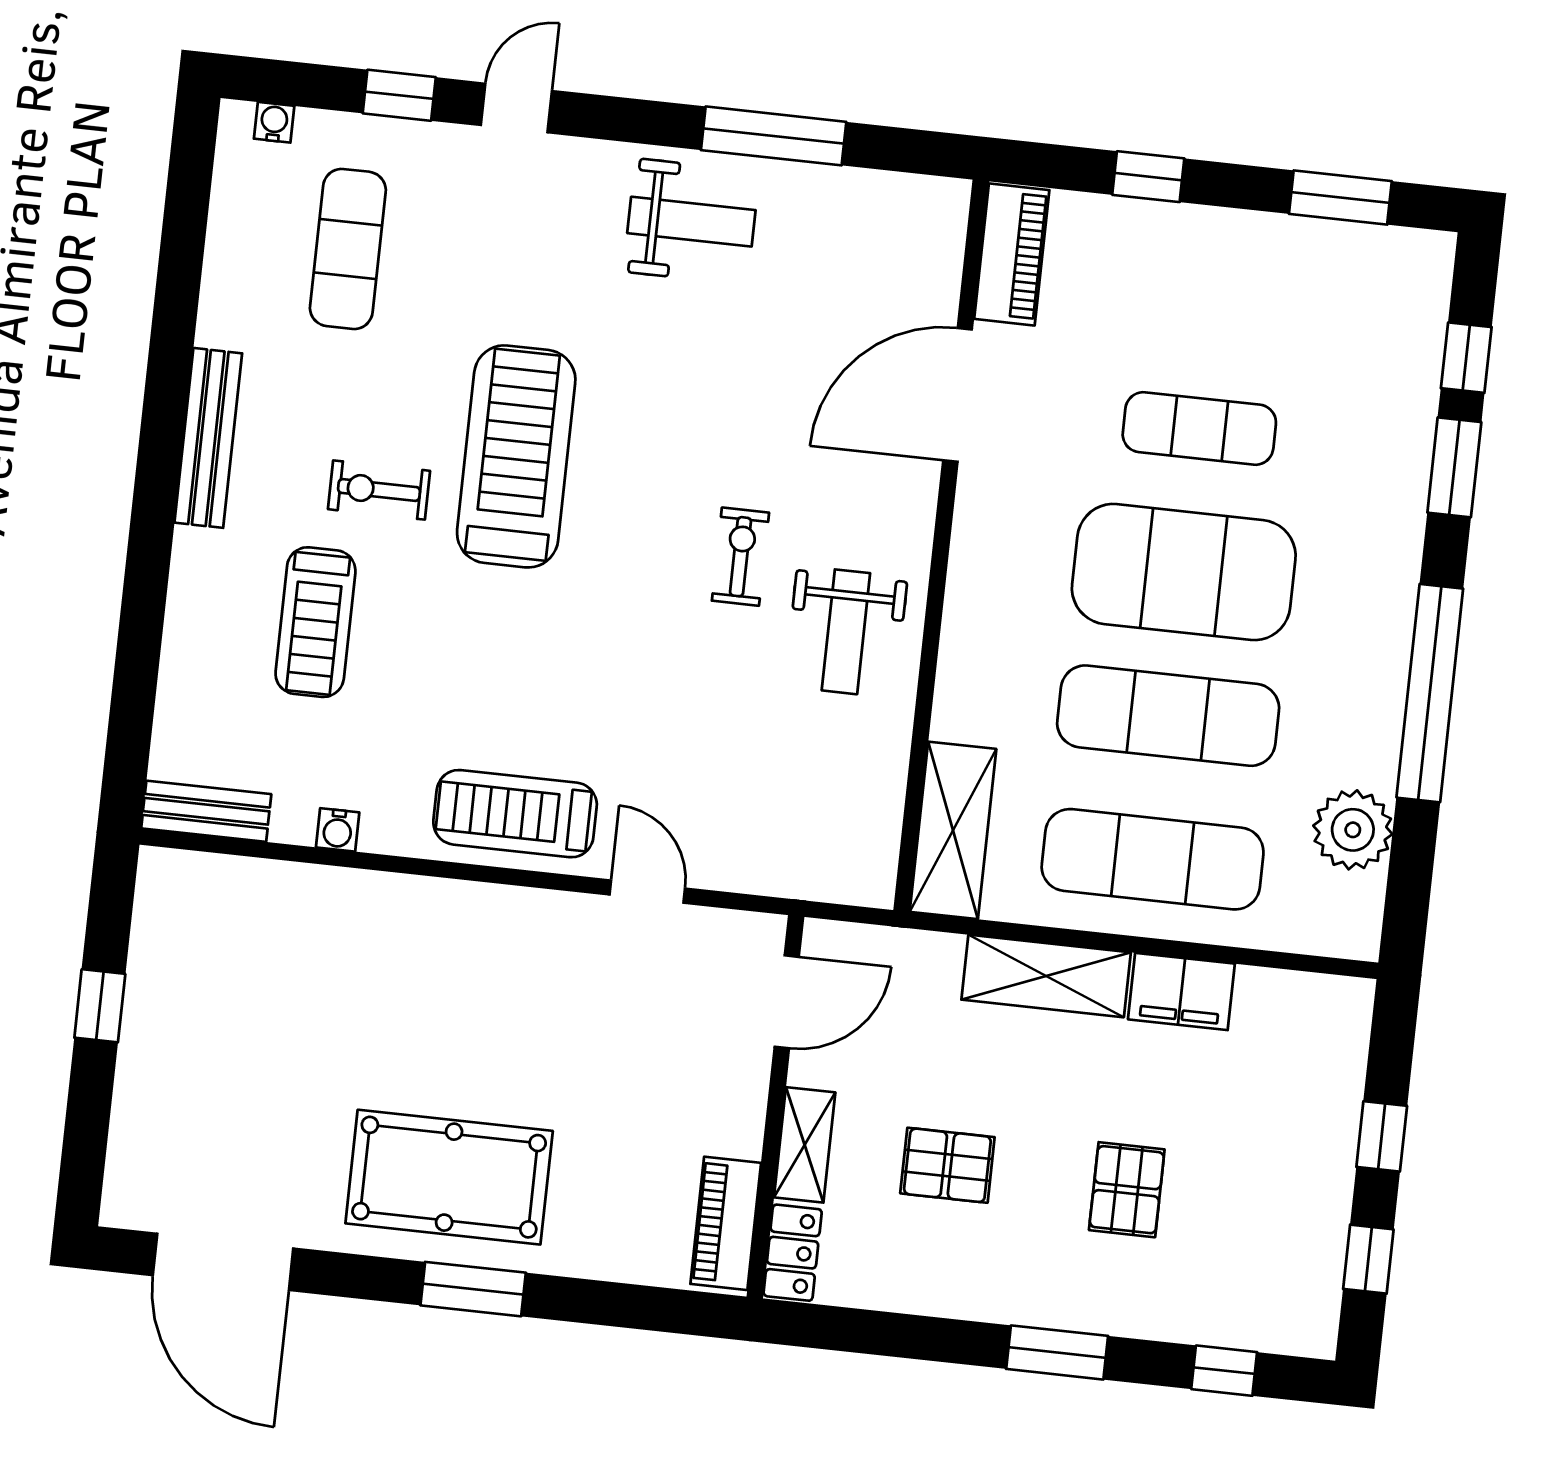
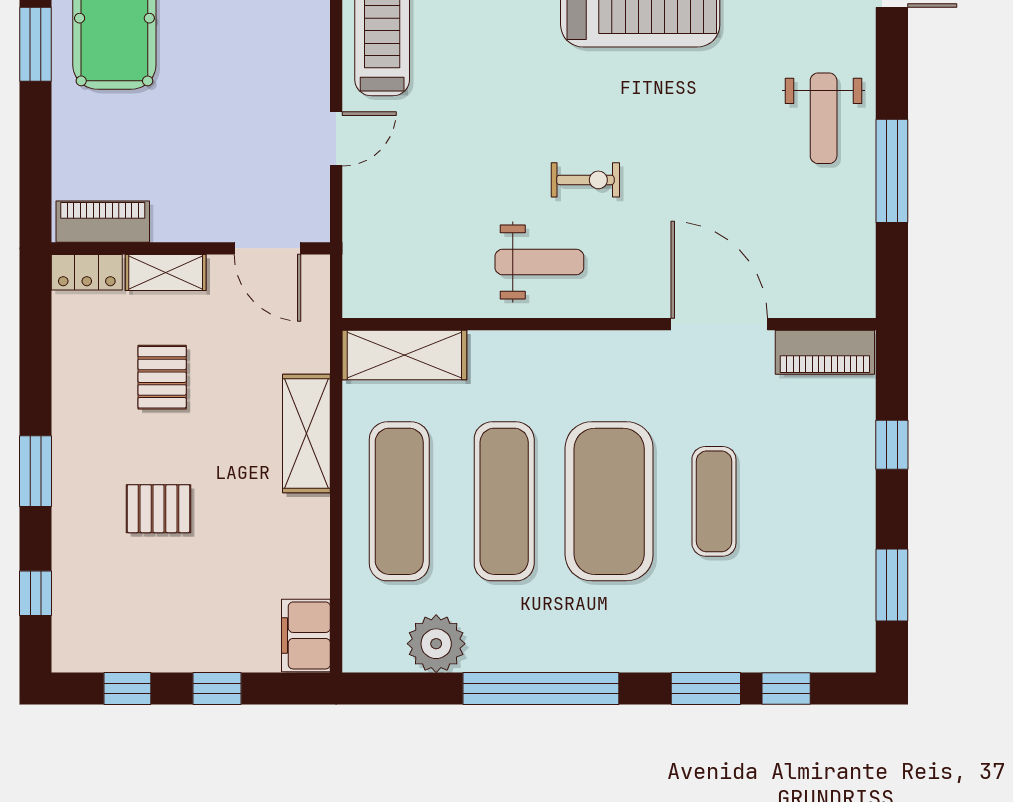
weight bench: (846, 632) -> (539, 262), turned 180
filing cabinet: (1181, 992) -> (306, 635), moved

